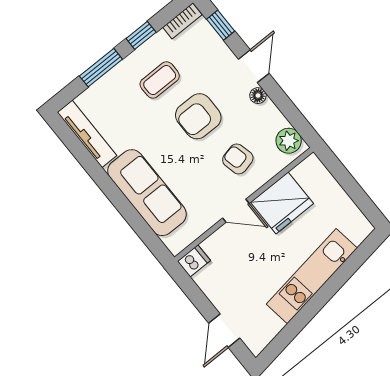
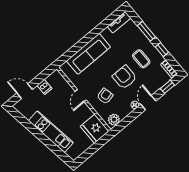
door: (254, 66) -> (148, 103), swing flipped
tv unit: (87, 134) -> (119, 22), width x0.71
fridge: (282, 203) -> (95, 129), moved
dishwasher: (194, 261) -> (44, 87), moved

